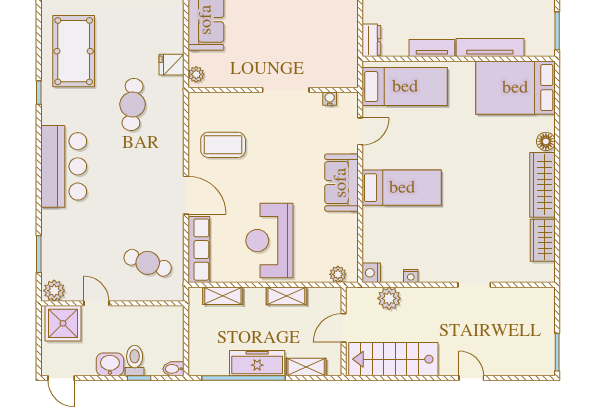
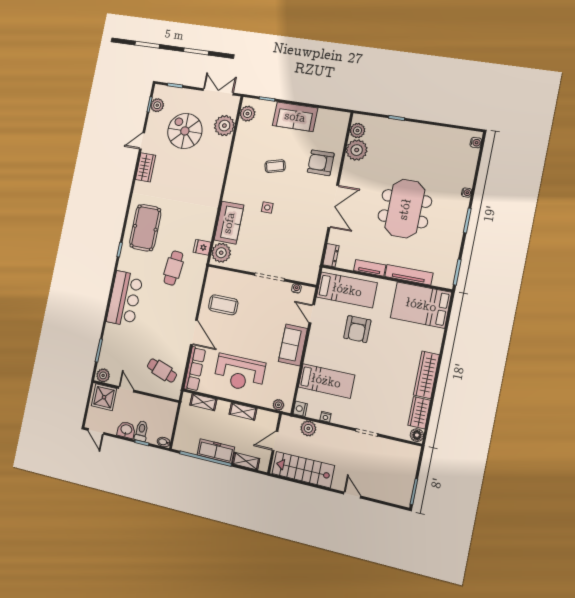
plant: (196, 74) -> (221, 253), width x1.87, depth x1.87
door: (360, 131) -> (312, 314), swing flipped
armchair: (432, 140) -> (357, 329), added
floor lamp: (546, 141) -> (417, 435), moved
bed: (402, 188) -> (326, 381), moved
reception desk: (269, 241) -> (240, 373), turned -90

